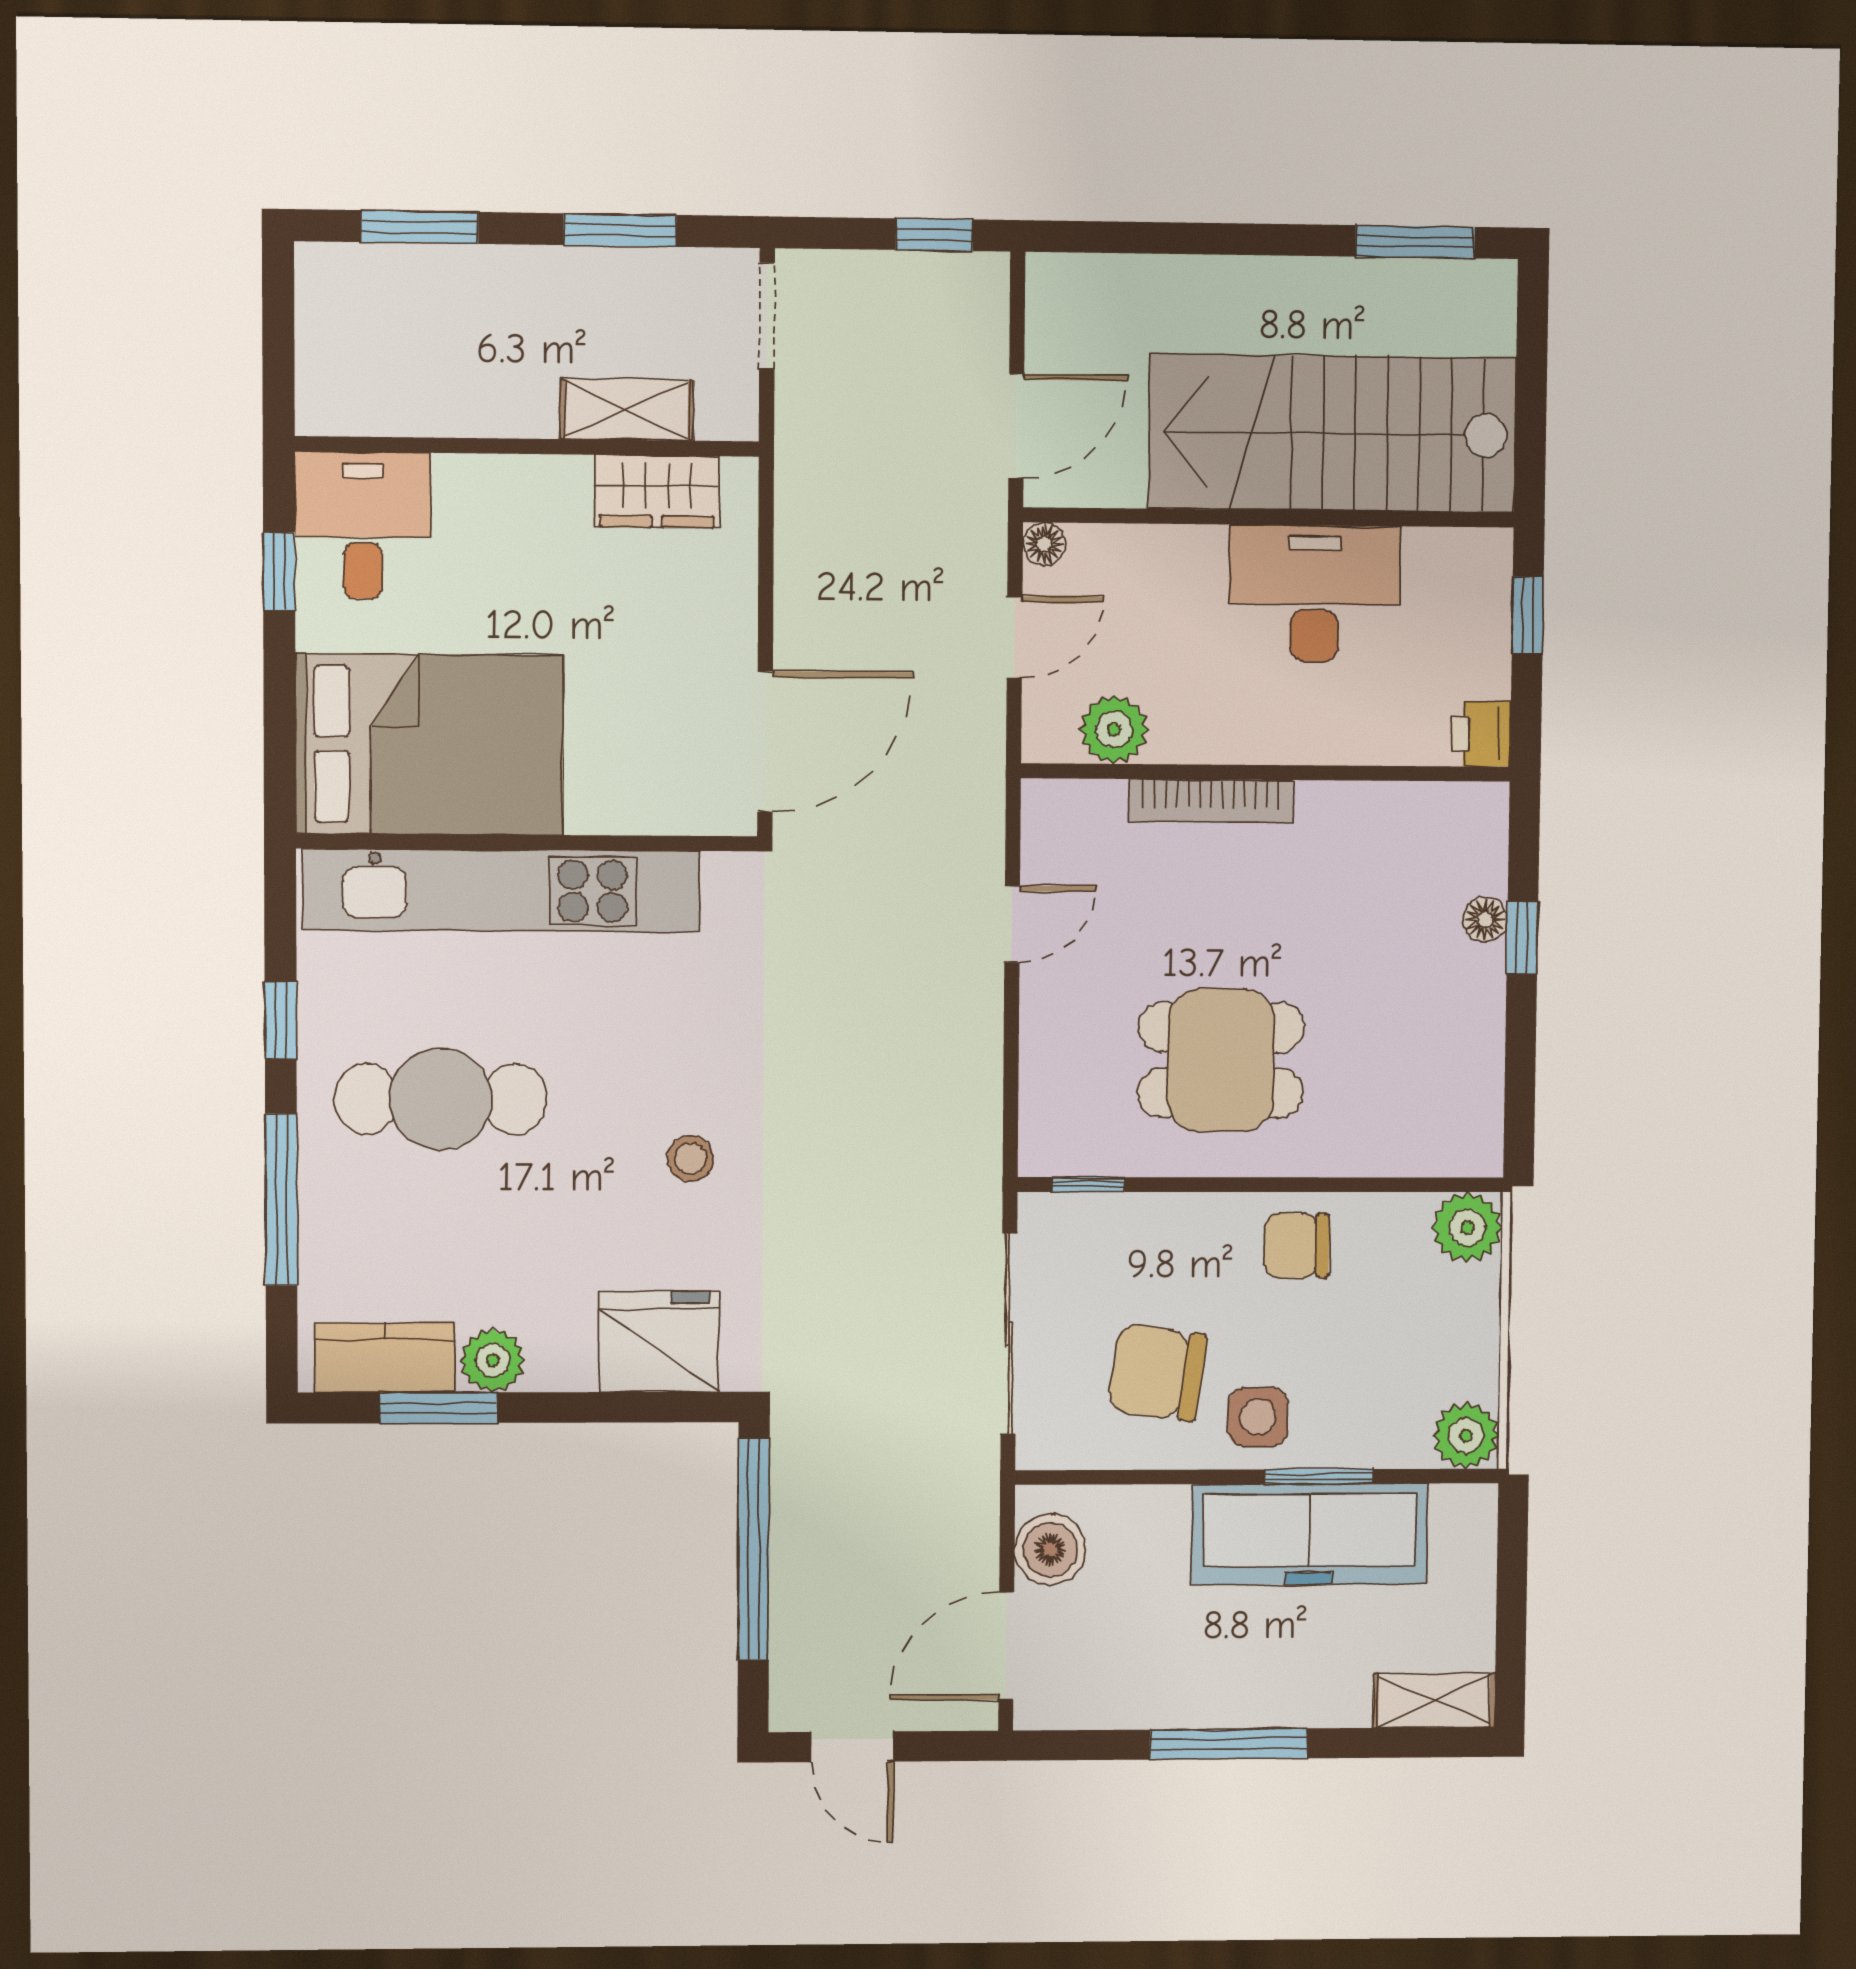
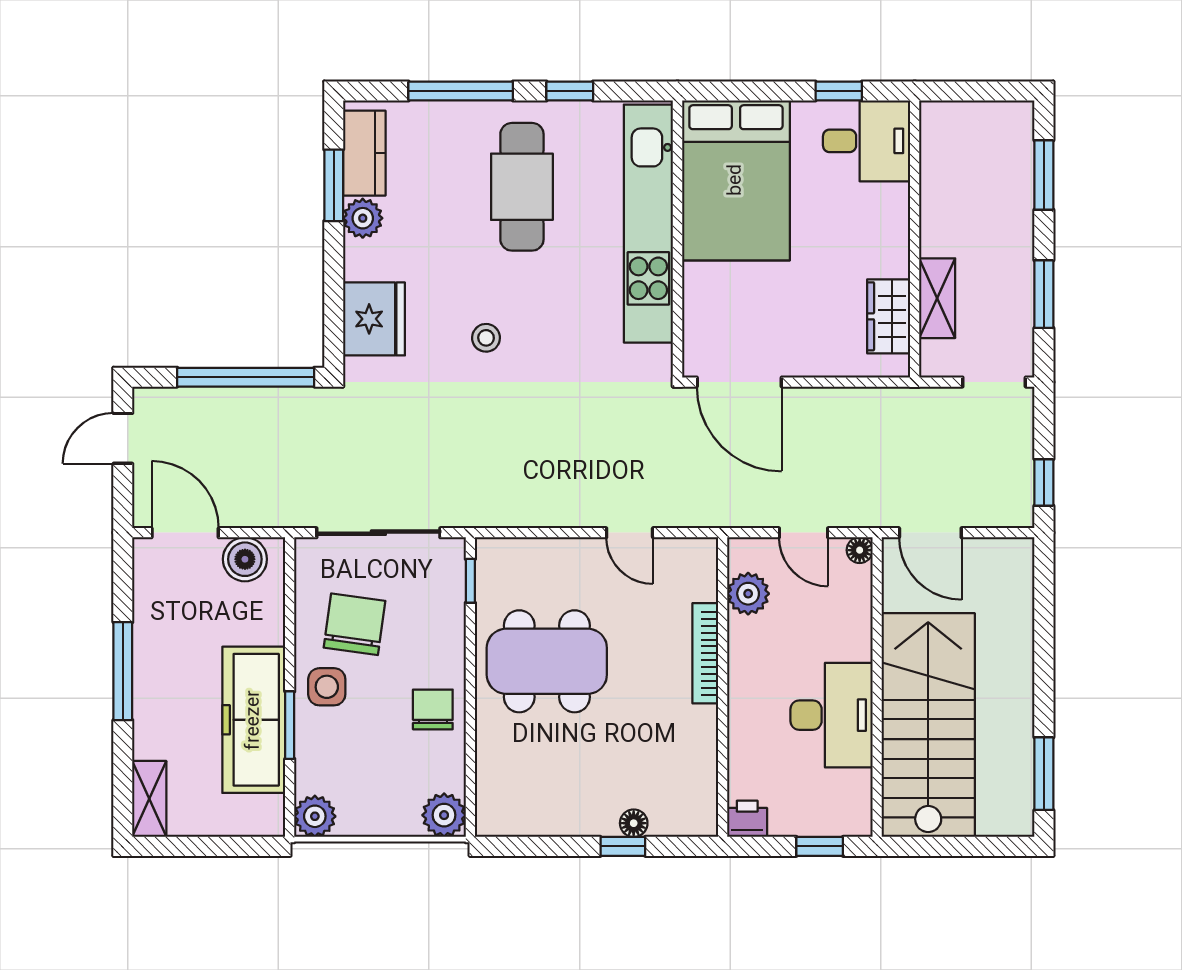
dining table: (1221, 1060) -> (547, 661), width x1.38

